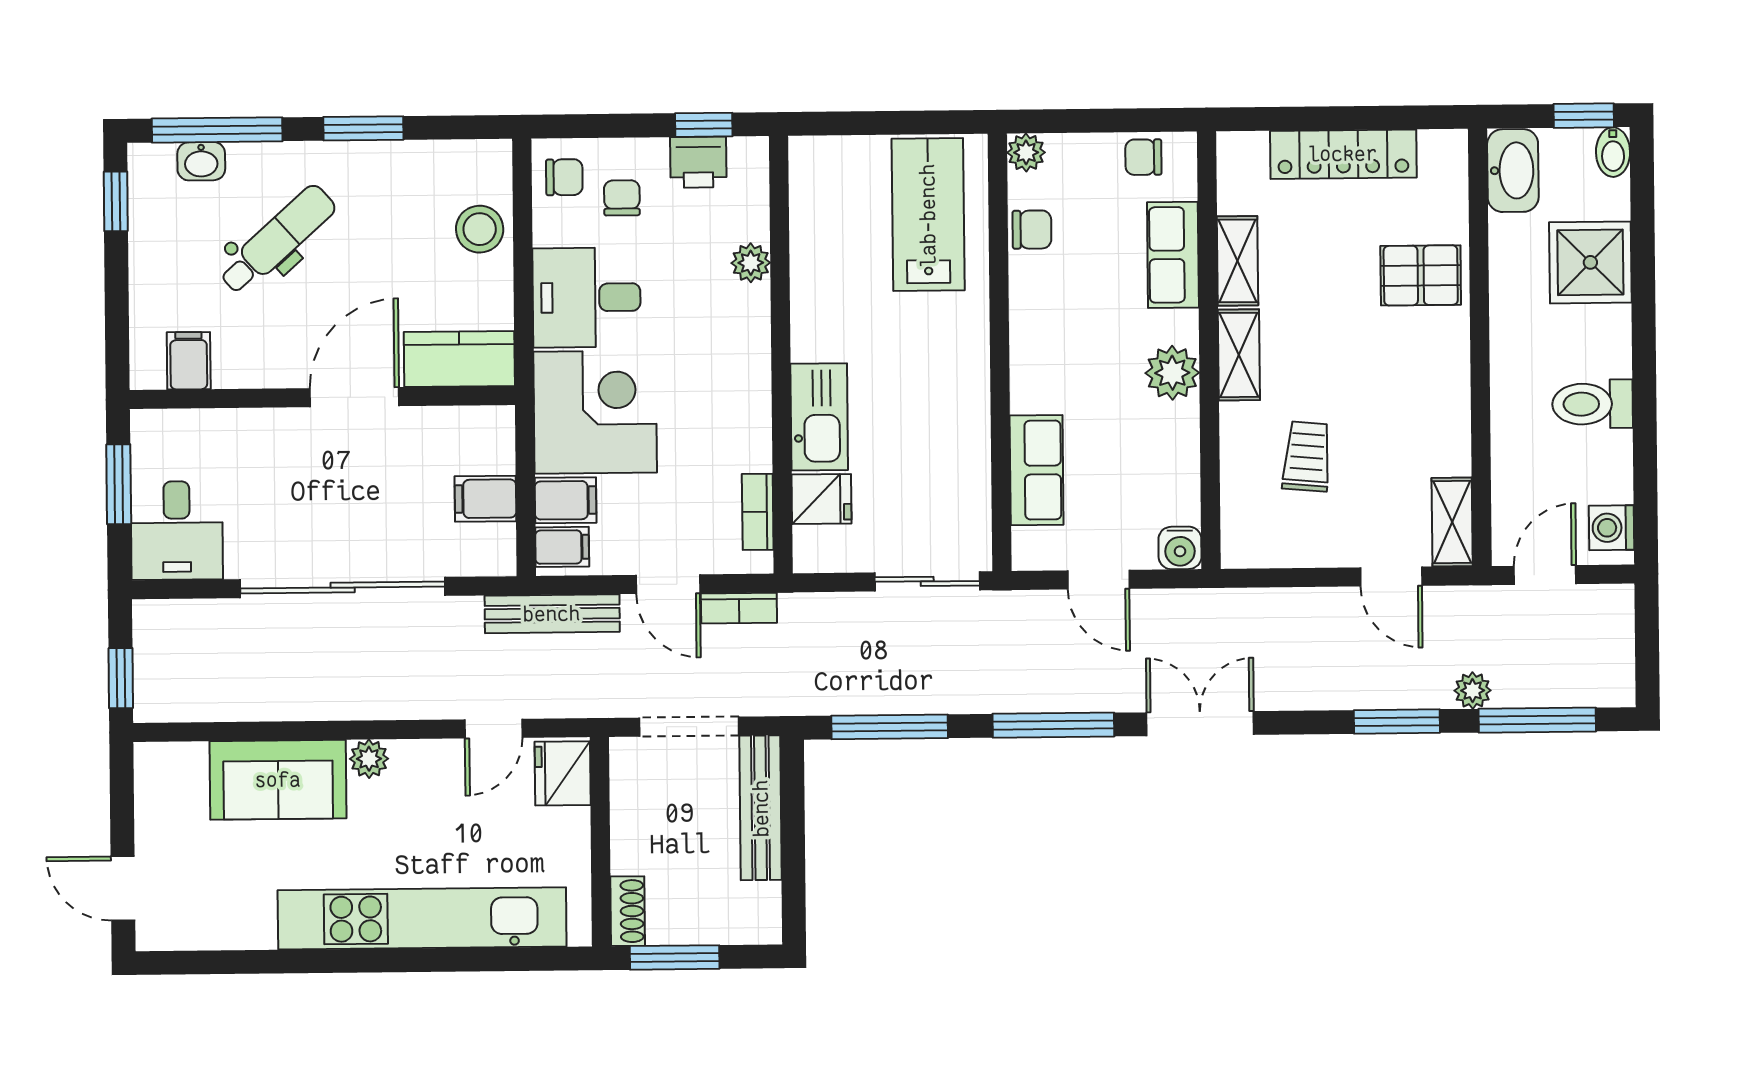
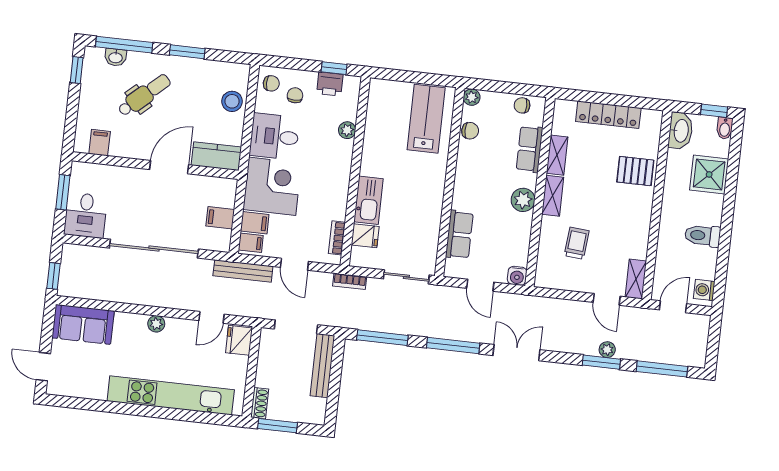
bookcase: (739, 608) -> (350, 281), moved
plant: (1473, 690) -> (607, 350), moved
sofa: (278, 780) -> (83, 324), moved

